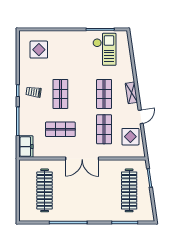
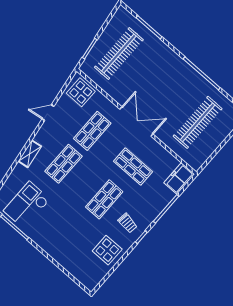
display table: (39, 50) -> (107, 250), moved
shelving: (131, 93) -> (30, 154), moved
display table: (130, 137) -> (81, 92), moved

